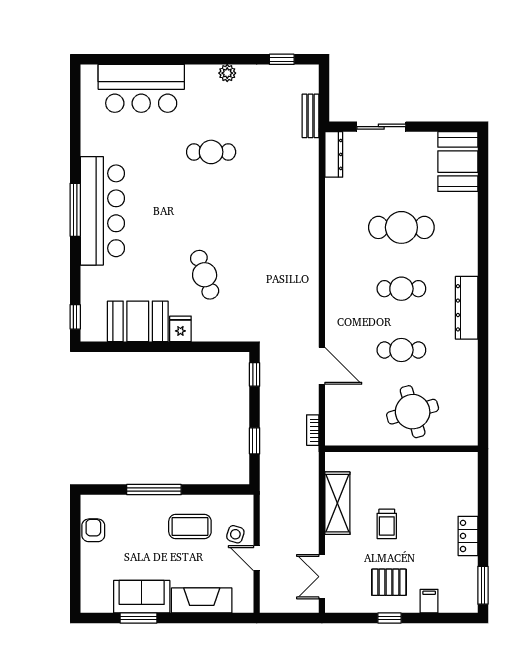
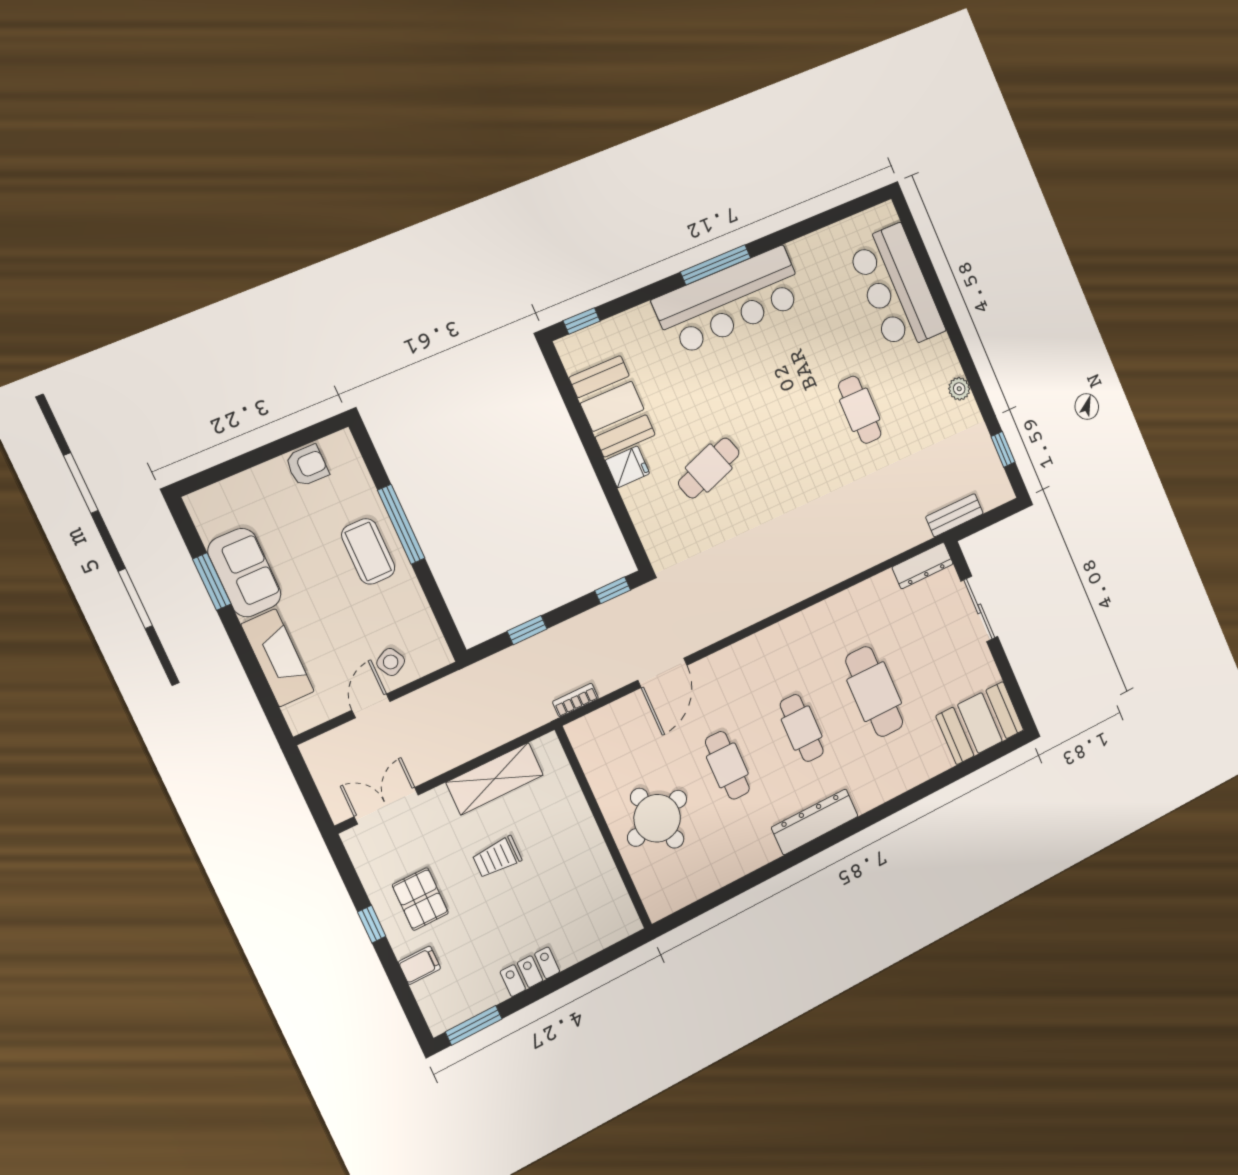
coffee table: (190, 527) -> (368, 551), moved
side table: (235, 534) -> (391, 662), turned 45

